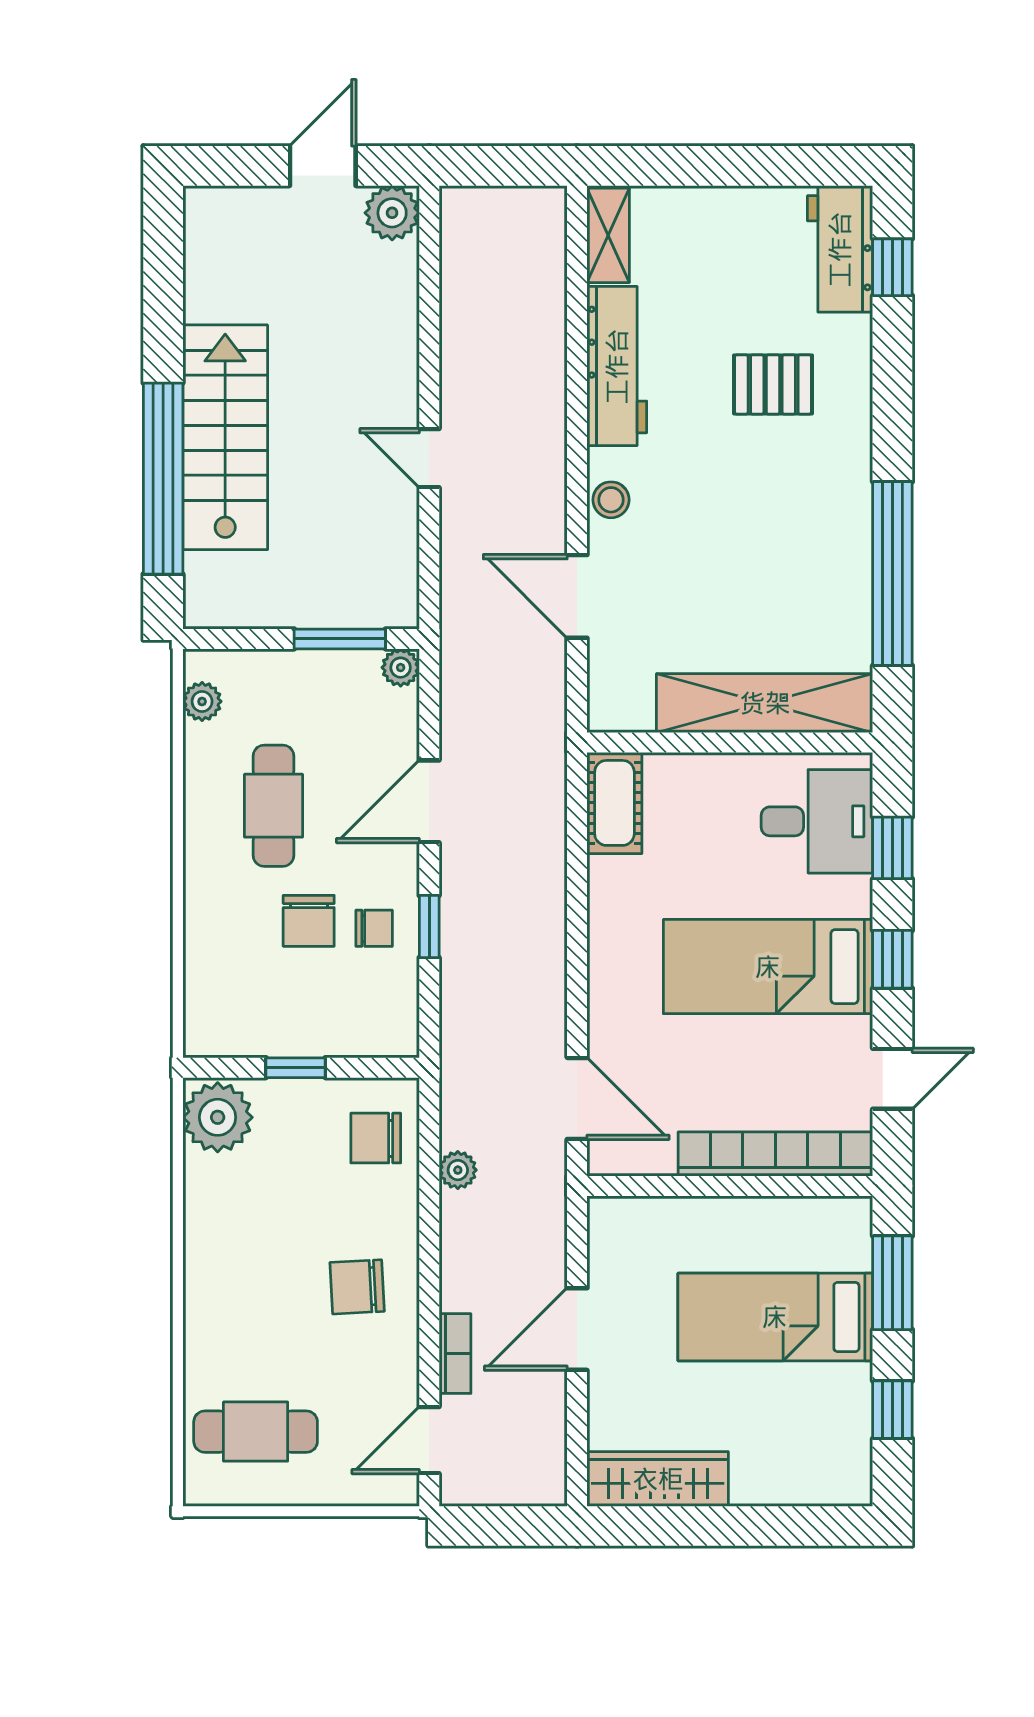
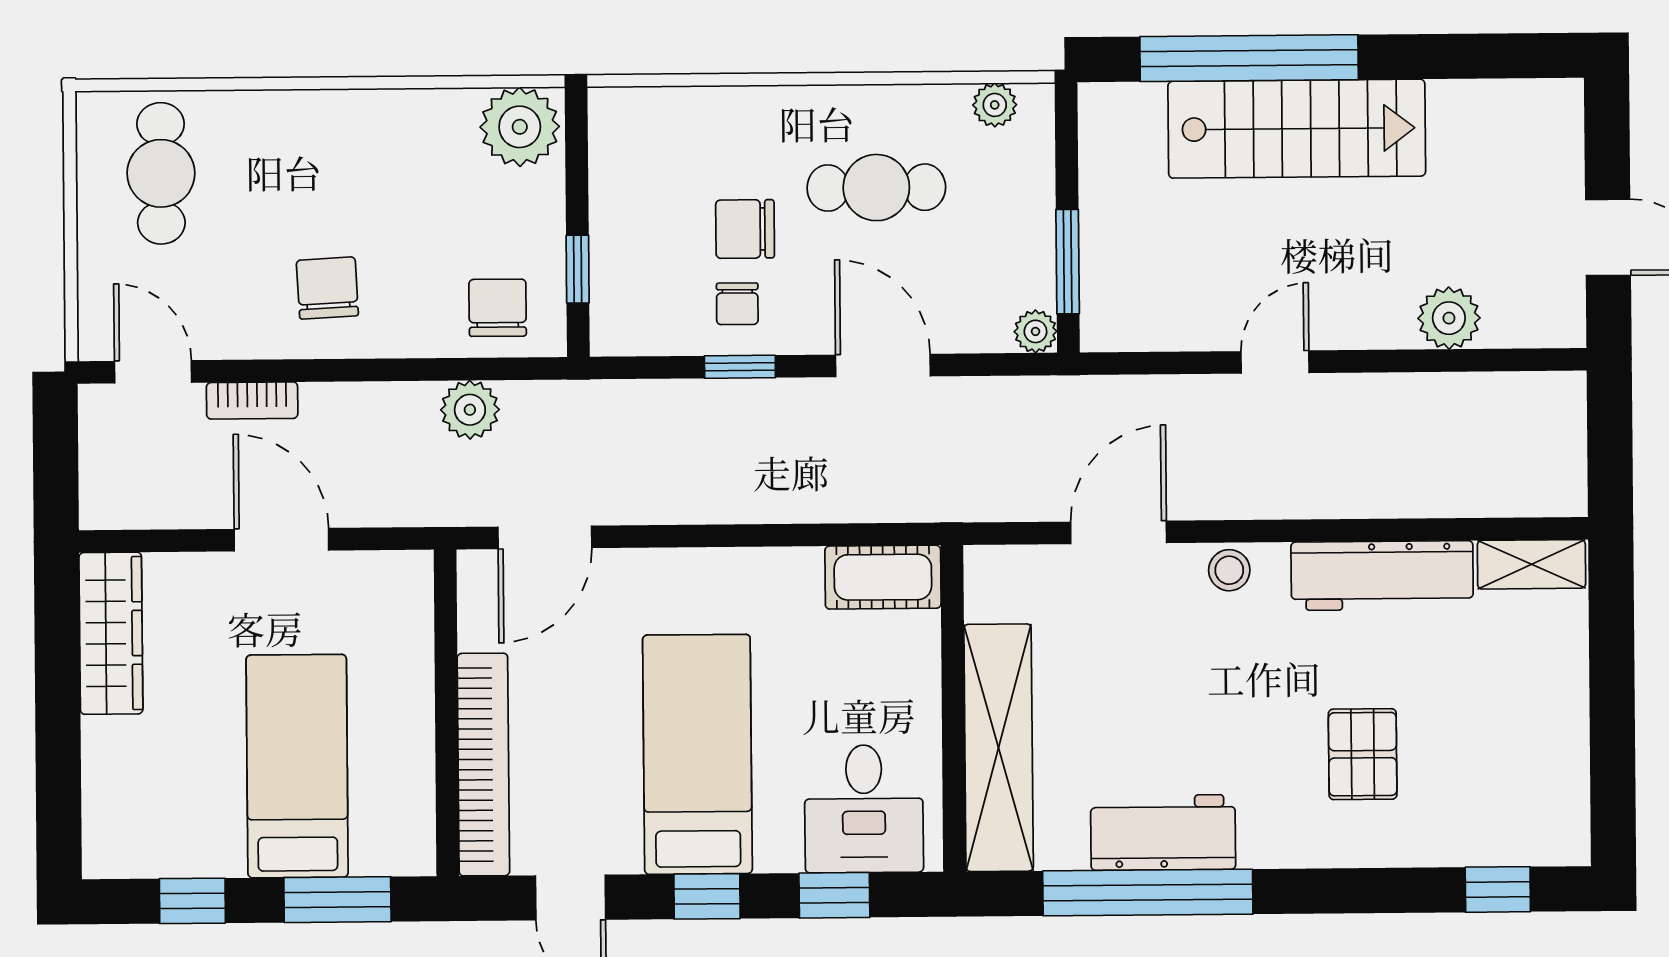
plant: (392, 213) -> (1449, 318), moved
workbench: (840, 249) -> (1163, 833), moved
window: (296, 1068) -> (578, 269), moved
plant: (458, 1170) -> (470, 410), width x1.38, depth x1.38

